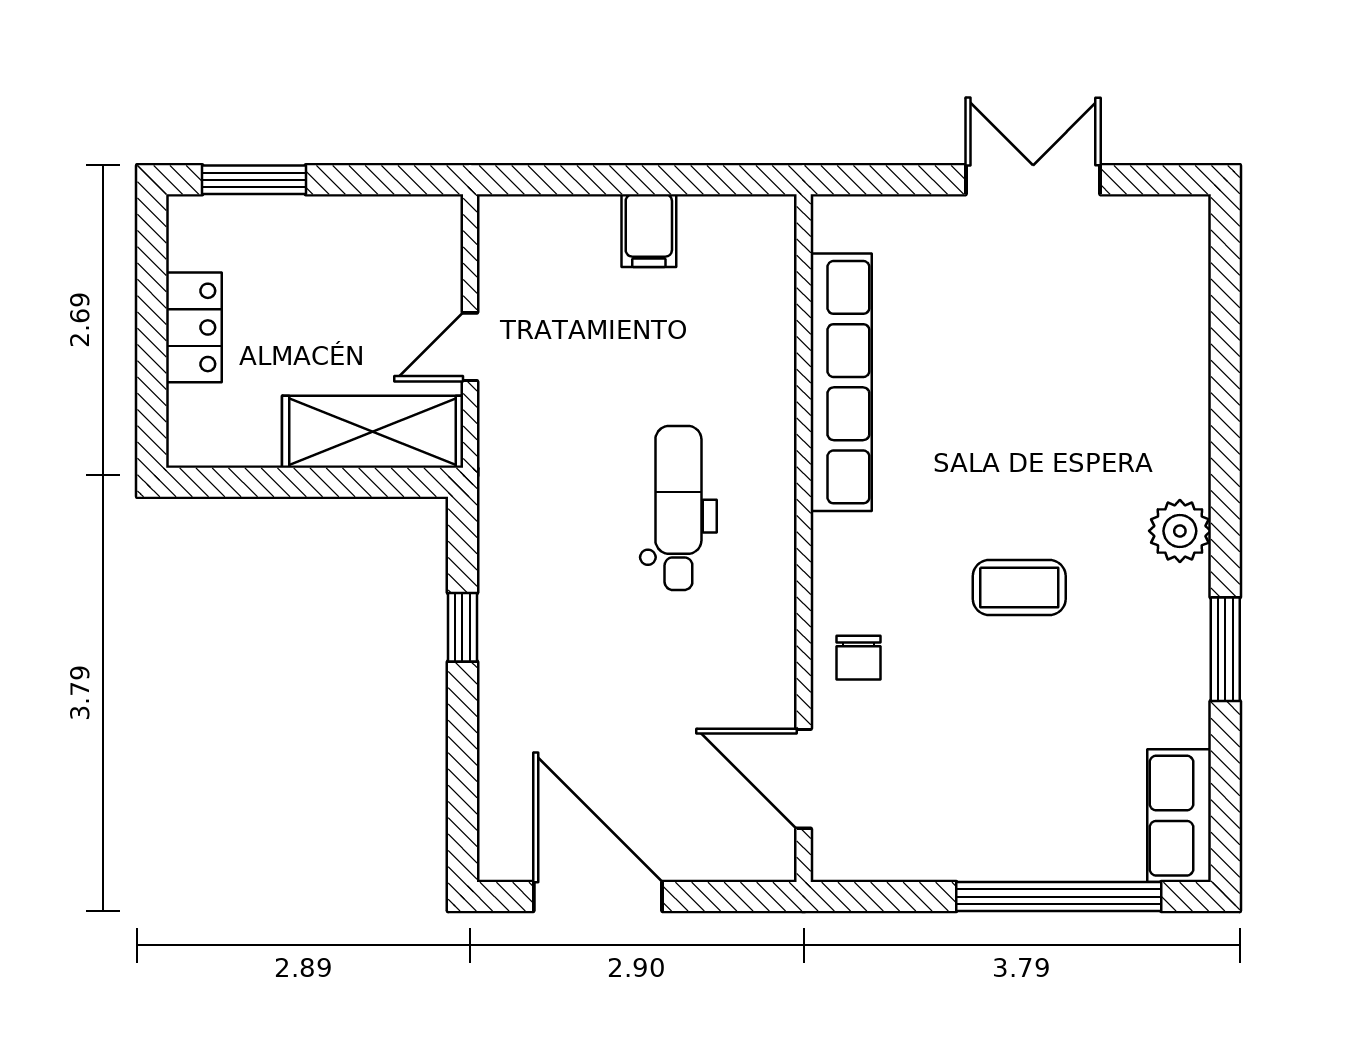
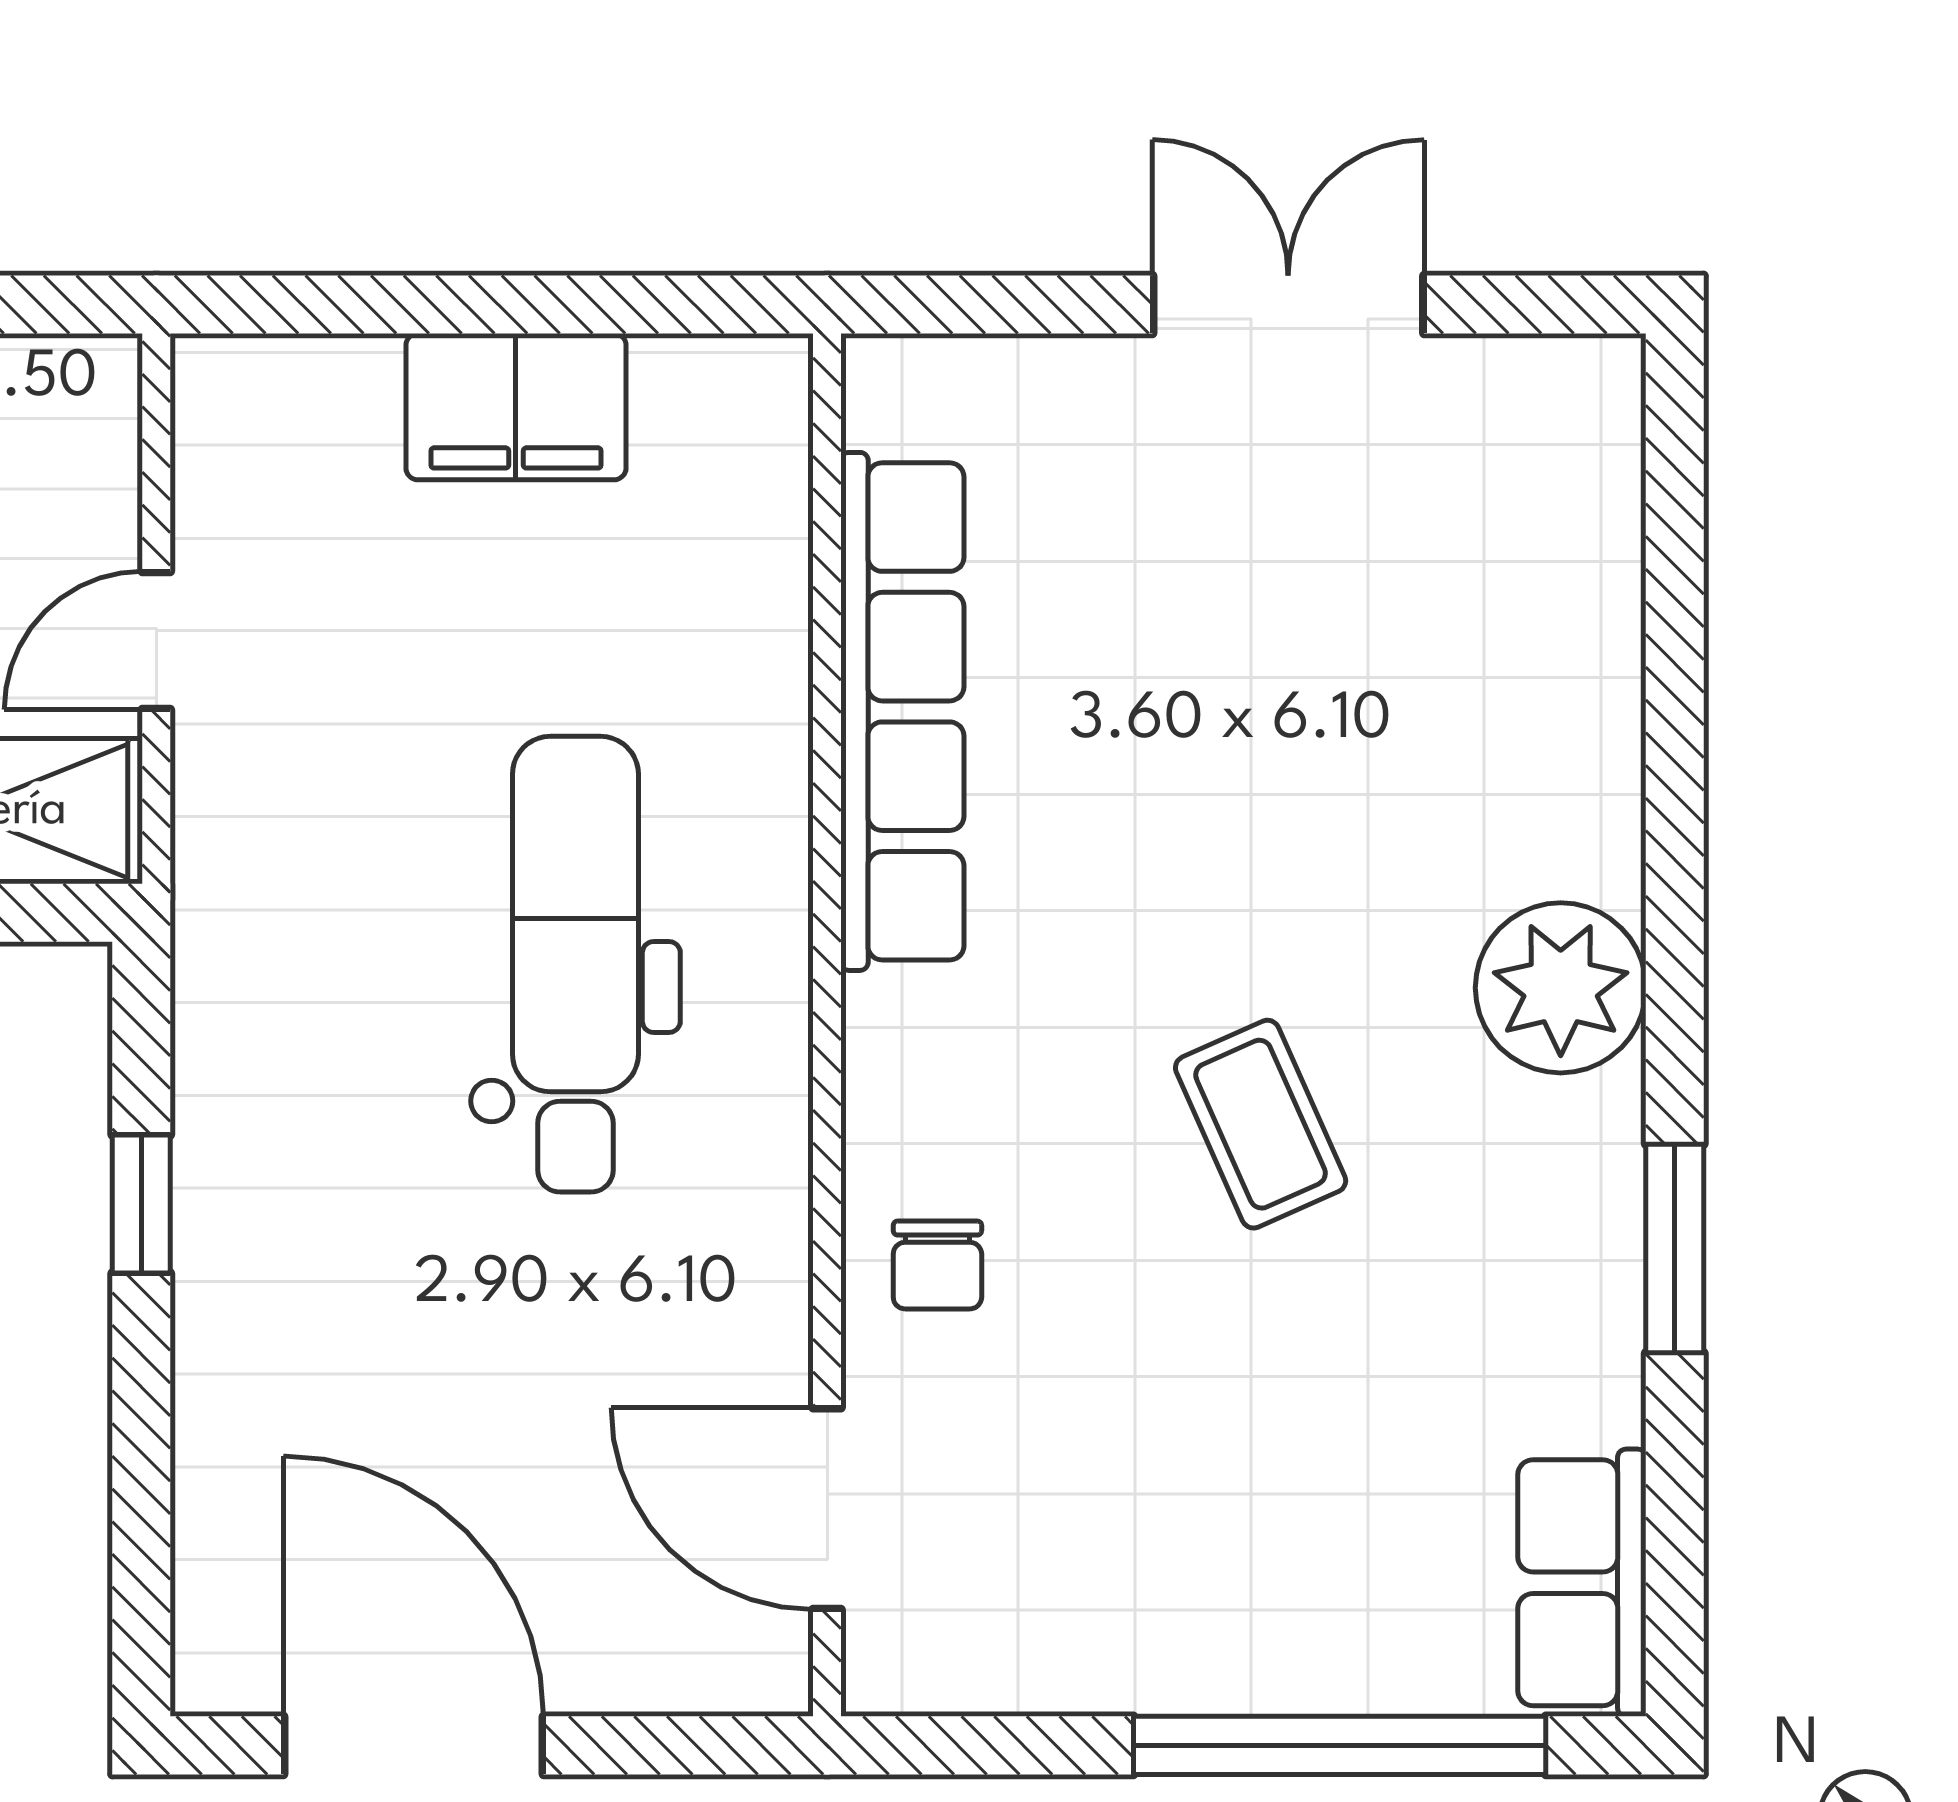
filing cabinet: (649, 231) -> (516, 407), width x2.00
dental chair: (678, 508) -> (575, 964), width x1.36, depth x1.38
plant: (1180, 531) -> (1561, 988), width x1.36, depth x1.36
coffee table: (1019, 588) -> (1261, 1124), turned 66

